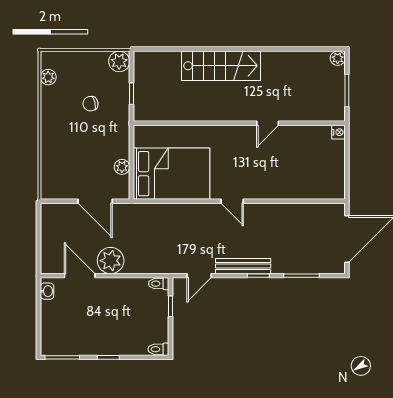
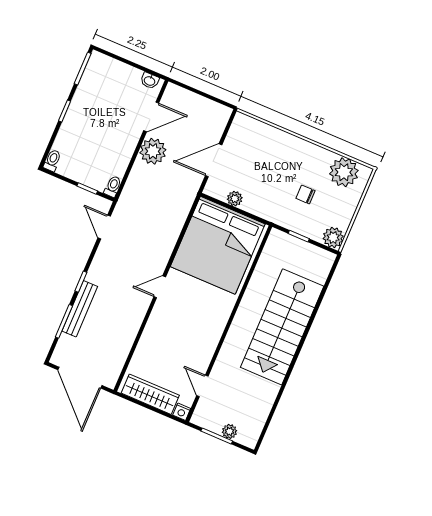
plant: (338, 58) -> (229, 431), moved
stairs: (221, 66) -> (282, 327), width x1.36, depth x1.51
plant: (48, 77) -> (344, 172), width x1.87, depth x1.87
chair: (91, 104) -> (305, 194), turned -77
door: (268, 123) -> (202, 386), moved
wardrobe: (335, 168) -> (150, 394), added
bed: (171, 174) -> (218, 245), width x1.36
bench: (243, 266) -> (80, 309), moved

